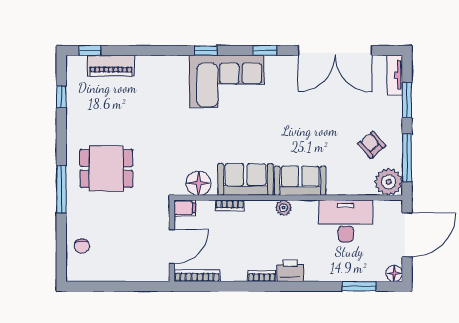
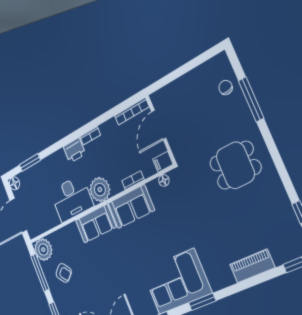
window: (206, 51) -> (202, 302), width x1.50
piano: (111, 66) -> (252, 266), moved
floor lamp: (198, 183) -> (164, 180), width x0.53, depth x0.53
window: (61, 189) -> (251, 99), moved
plant: (284, 208) -> (100, 190), width x1.88, depth x1.88
desk: (346, 221) -> (72, 199), moved

